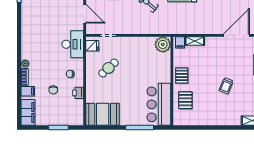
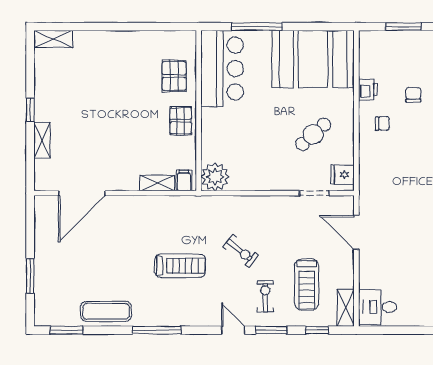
desk: (73, 44) -> (378, 177), removed
trolley: (226, 86) -> (100, 102), removed
booth: (103, 114) -> (313, 59), width x1.36, depth x1.42

